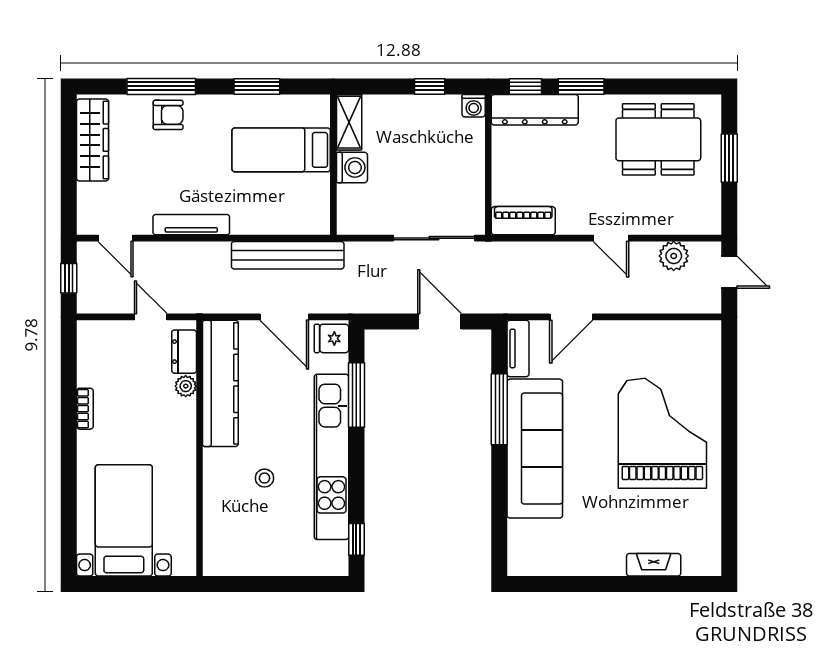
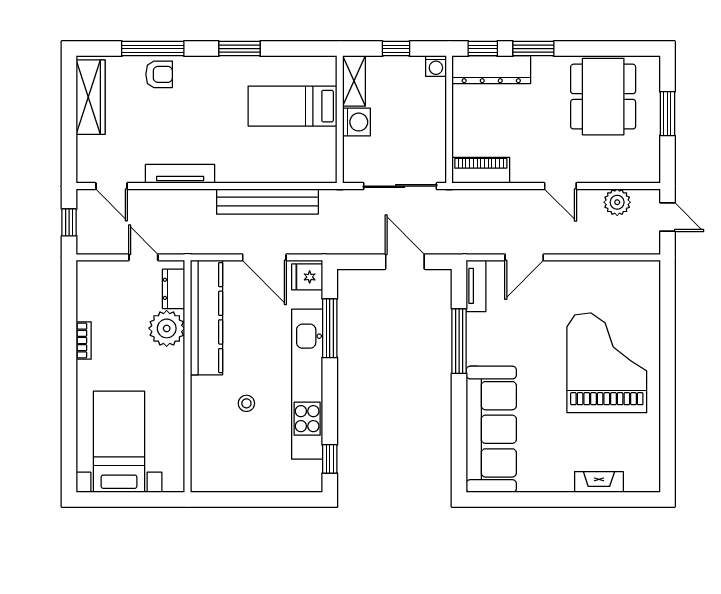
shelving: (349, 122) -> (354, 81), moved
dining table: (658, 139) -> (603, 97), turned 90
bed: (281, 150) -> (292, 106), moved
wall: (333, 165) -> (340, 119), moved
washing machine: (352, 167) -> (357, 122), moved
plant: (186, 386) -> (167, 328), width x1.87, depth x1.87
sofa: (535, 449) -> (491, 429), moved

